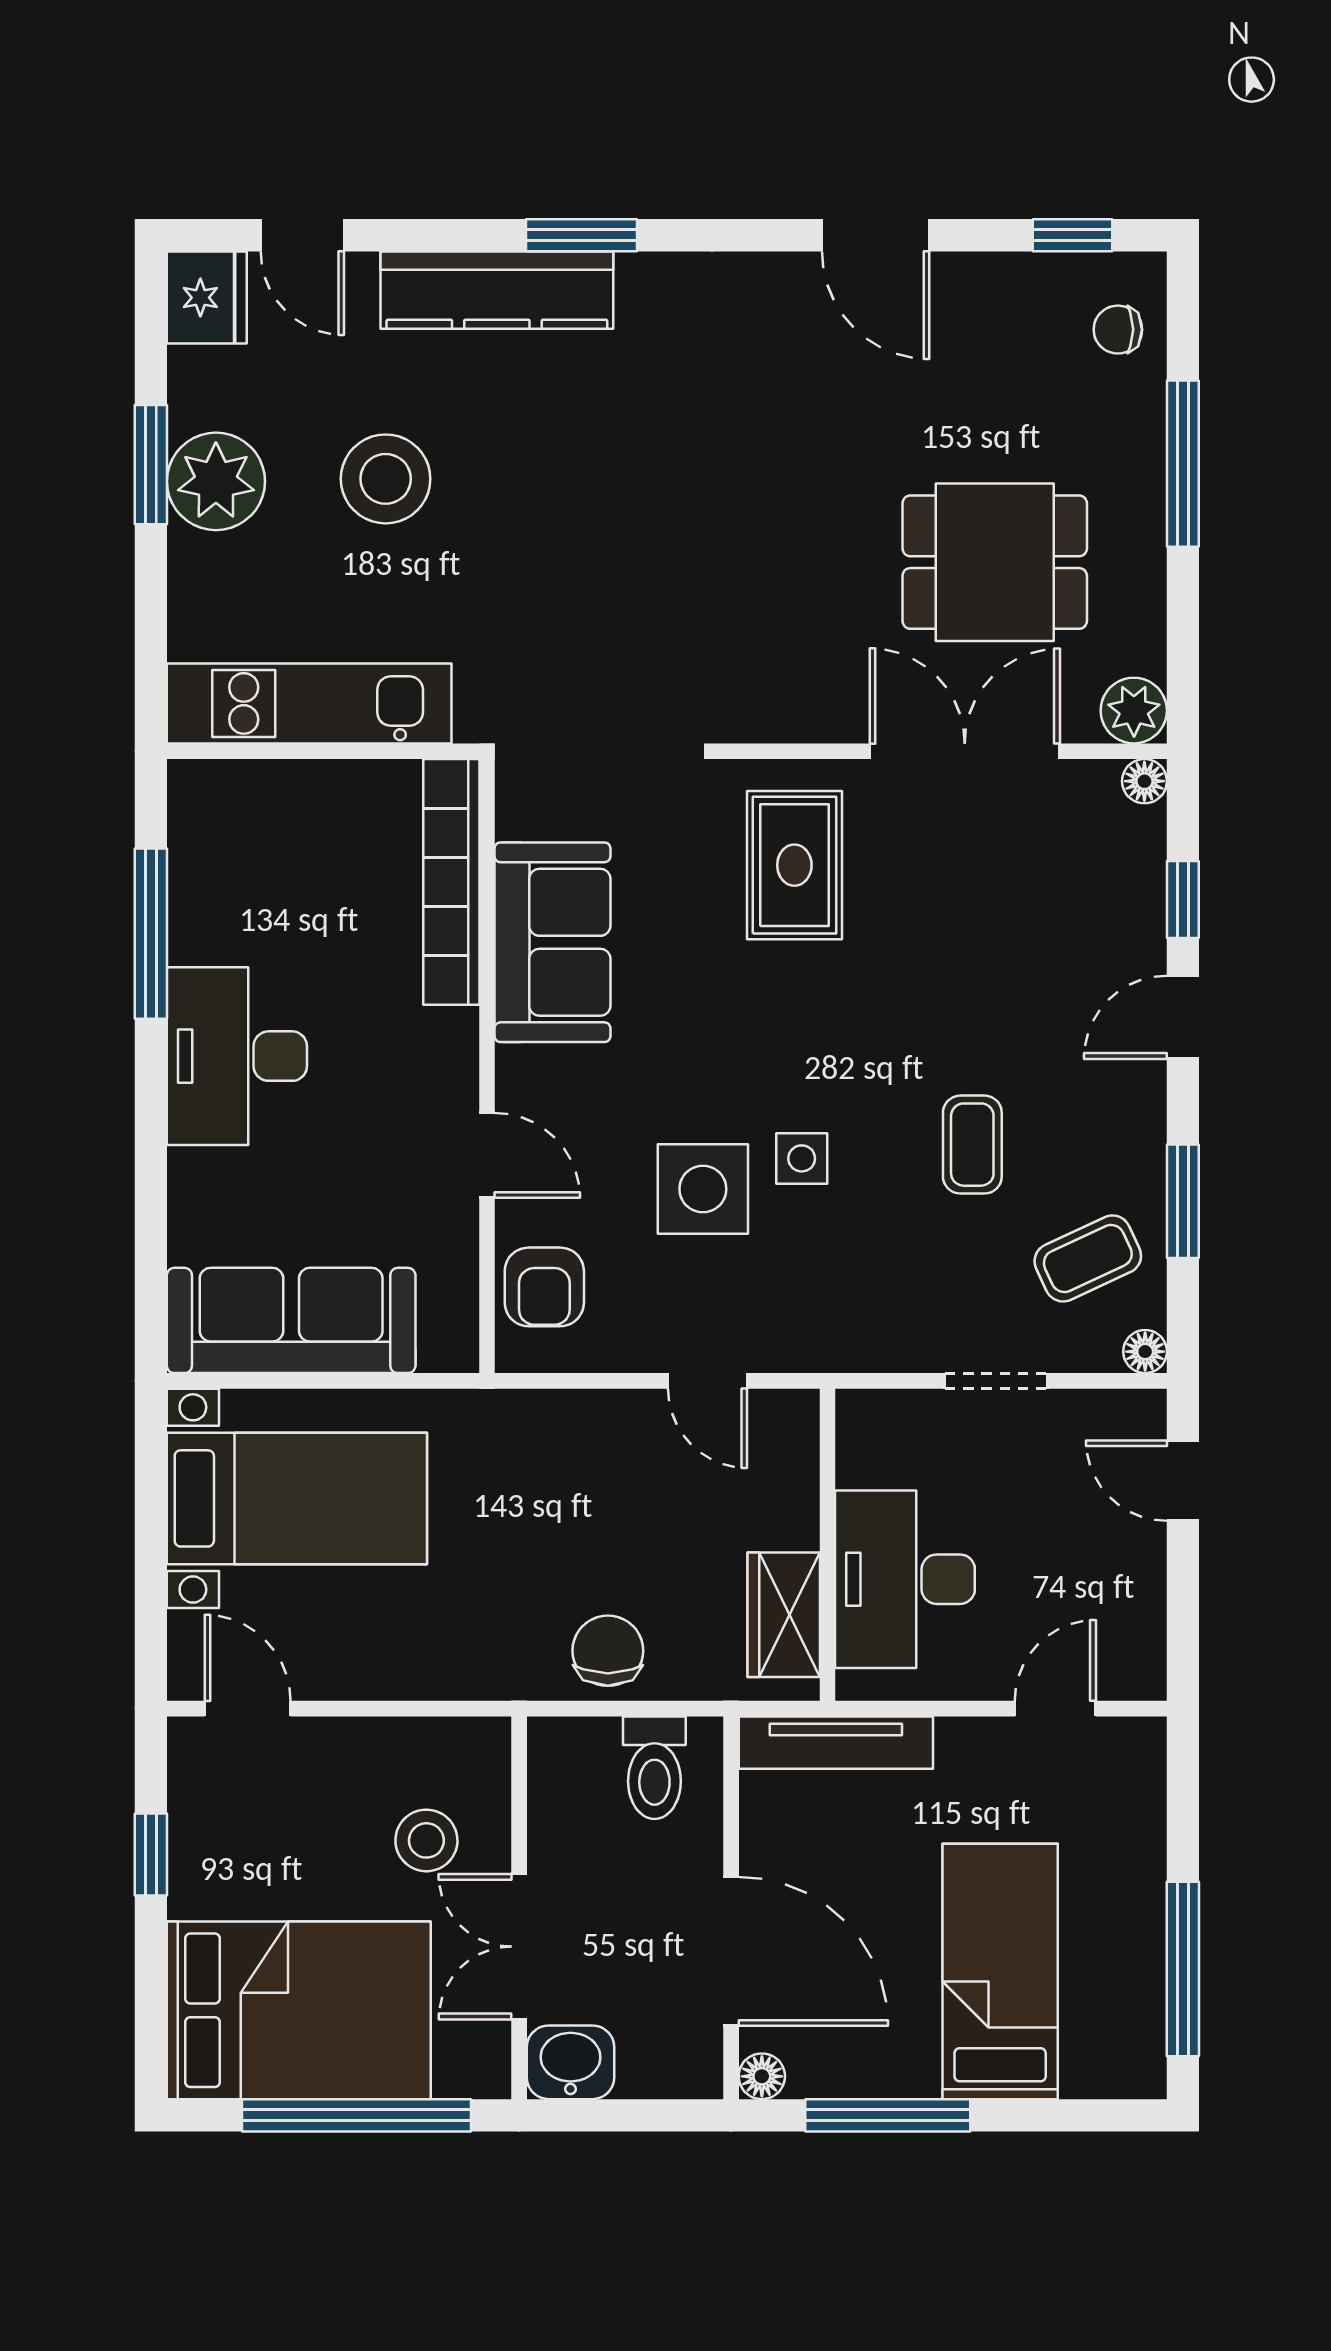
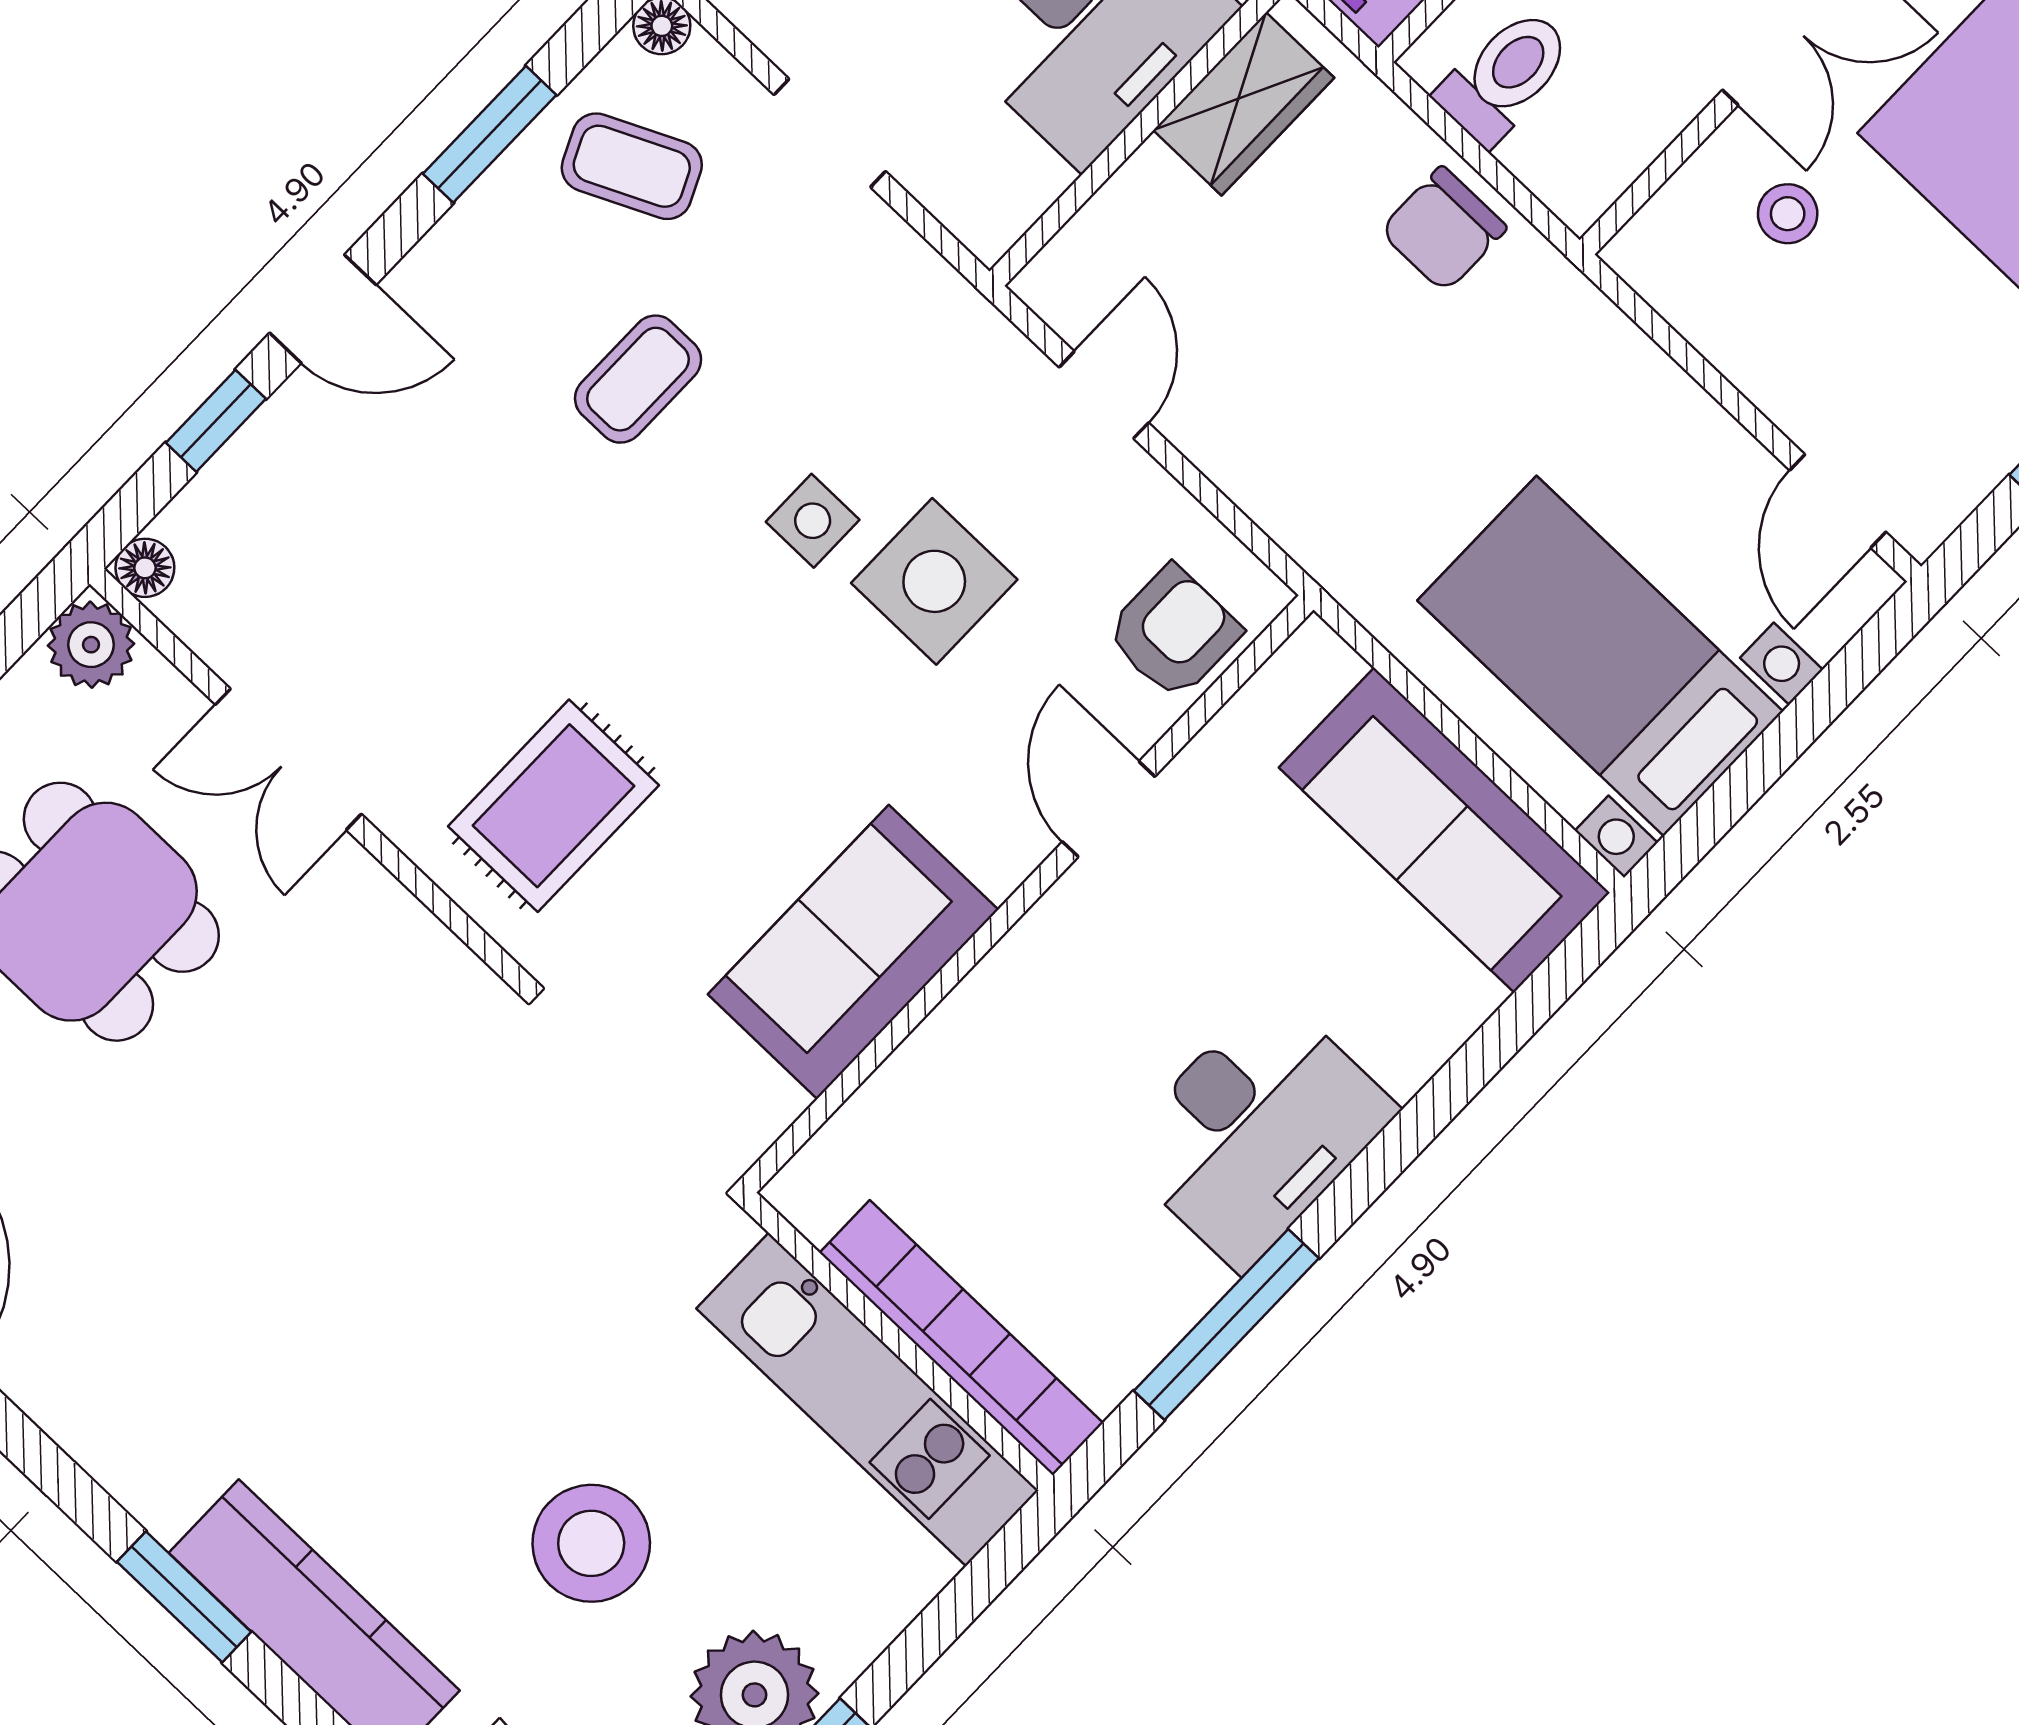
double door: (965, 751) -> (288, 759), width x0.73
bookcase: (451, 882) -> (961, 1338), moved, turned -90
stool: (426, 1840) -> (1788, 214), width x0.73, depth x0.73

